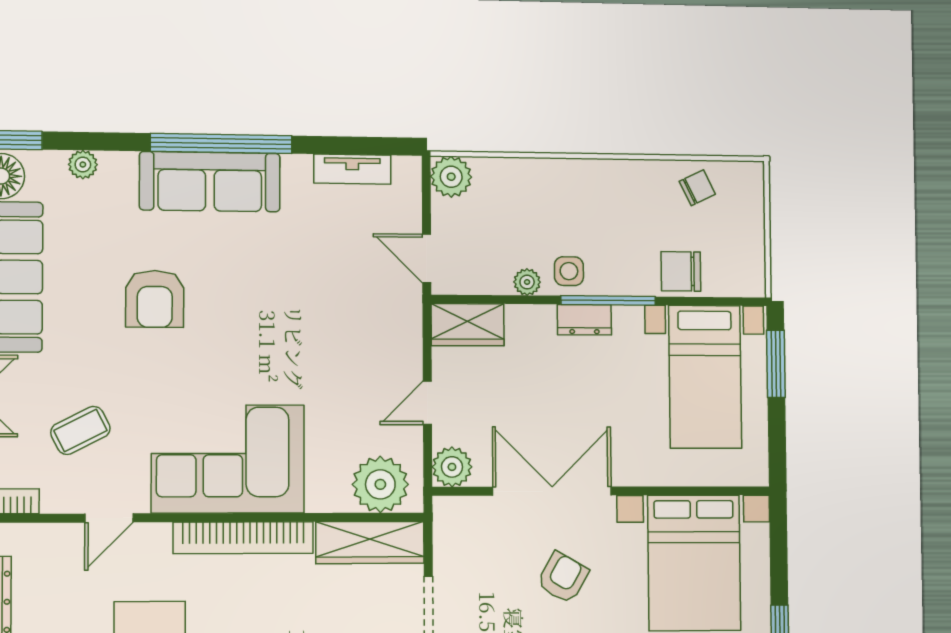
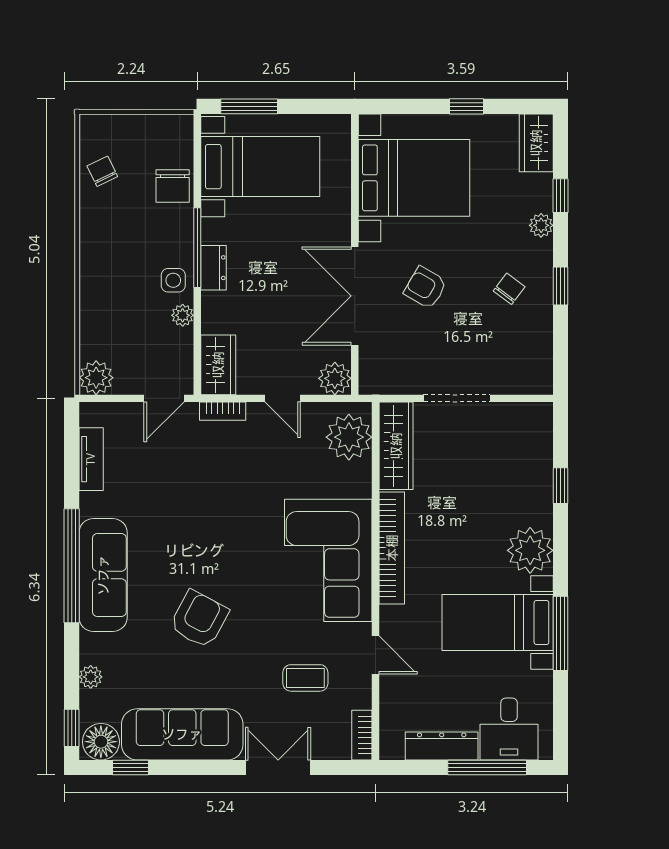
armchair: (155, 299) -> (199, 619), turned -62
bookcase: (411, 330) -> (223, 411), added
coffee table: (80, 430) -> (305, 678), turned -63

